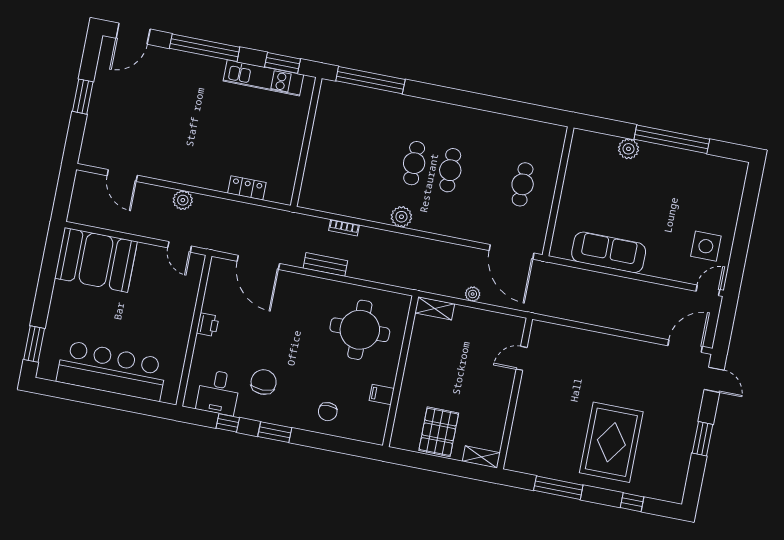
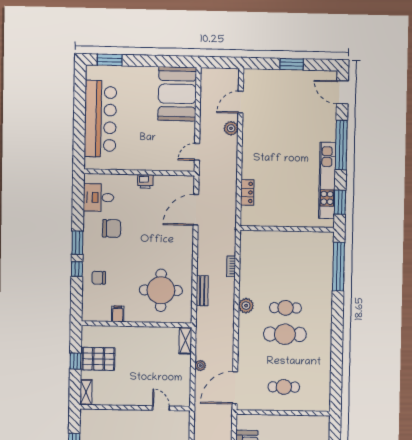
kitchen unit: (263, 78) -> (327, 180), width x1.36
cafe table: (450, 170) -> (285, 334), width x1.37, depth x1.35
plant: (183, 200) -> (231, 128), moved
bench: (325, 264) -> (202, 291), moved
window: (228, 423) -> (77, 269), moved
window: (436, 464) -> (75, 361), added

